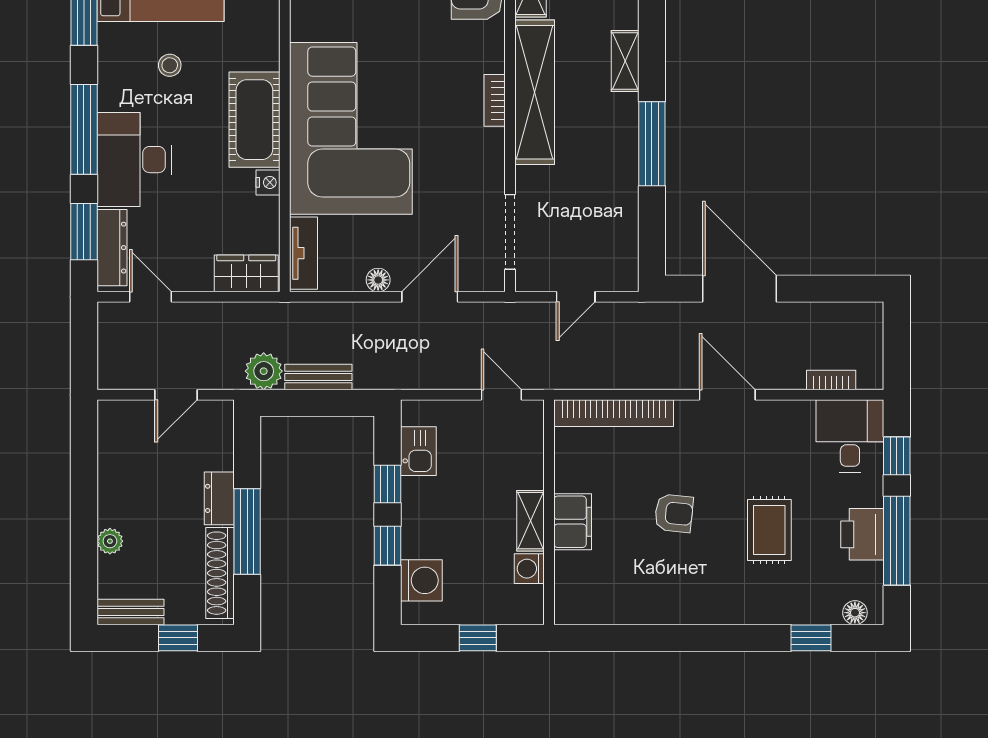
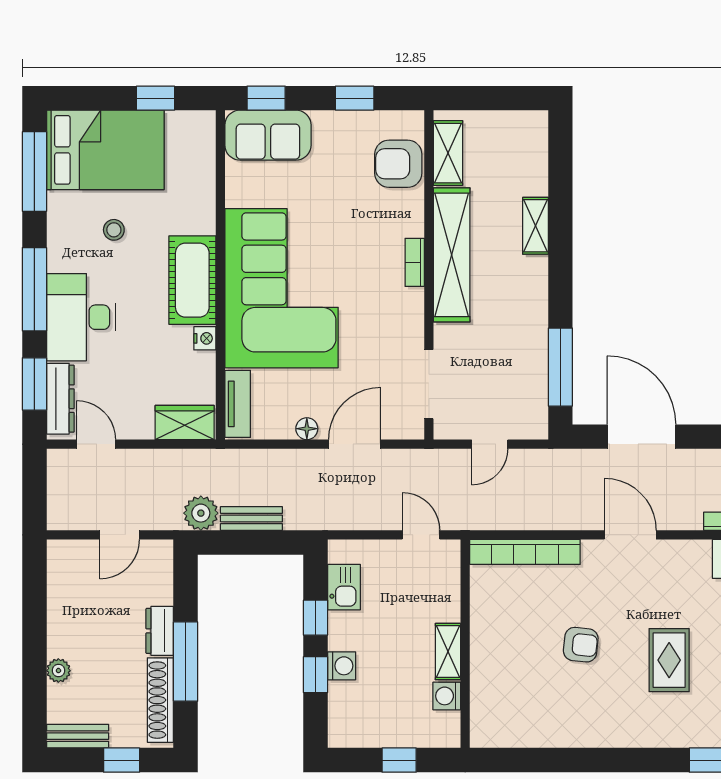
window: (652, 144) -> (560, 367), moved
filing cabinet: (573, 522) -> (487, 653), removed
washing machine: (421, 580) -> (342, 666), moved, width x0.73, depth x0.73

